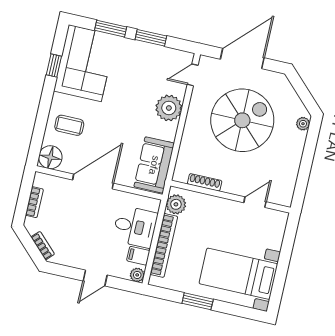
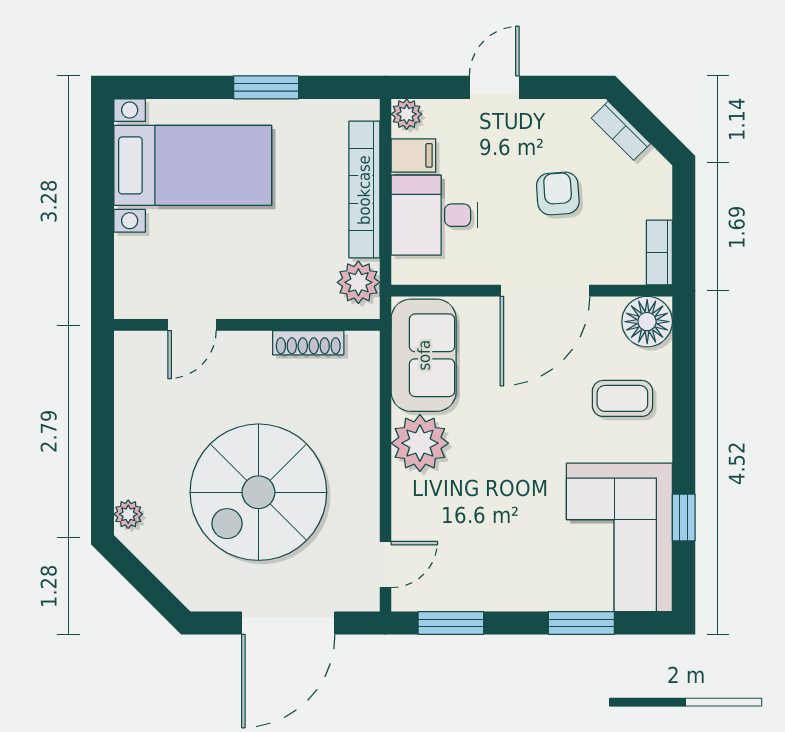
window: (151, 38) -> (451, 623), moved
plant: (169, 108) -> (420, 443), moved
bookcase: (34, 202) -> (659, 253), moved
armchair: (77, 224) -> (558, 193), added

